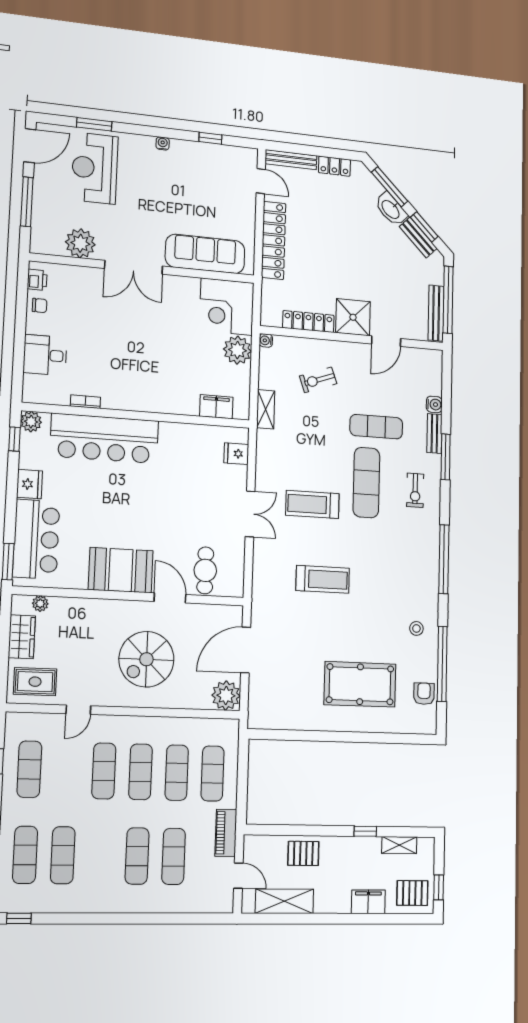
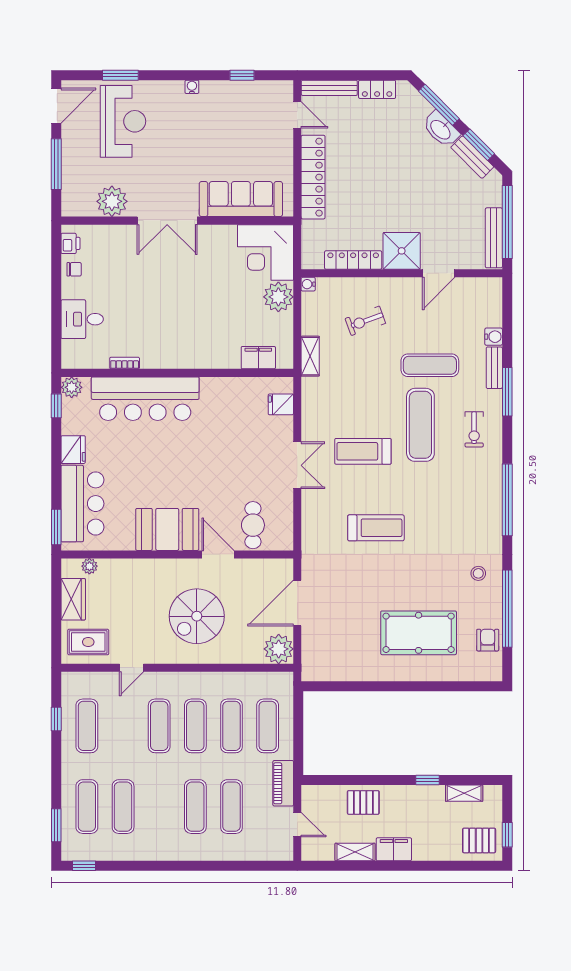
reception desk: (95, 168) -> (123, 121), turned 180
shelving: (284, 901) -> (355, 852), width x0.67, depth x0.75
filing cabinet: (368, 902) -> (394, 849), moved

